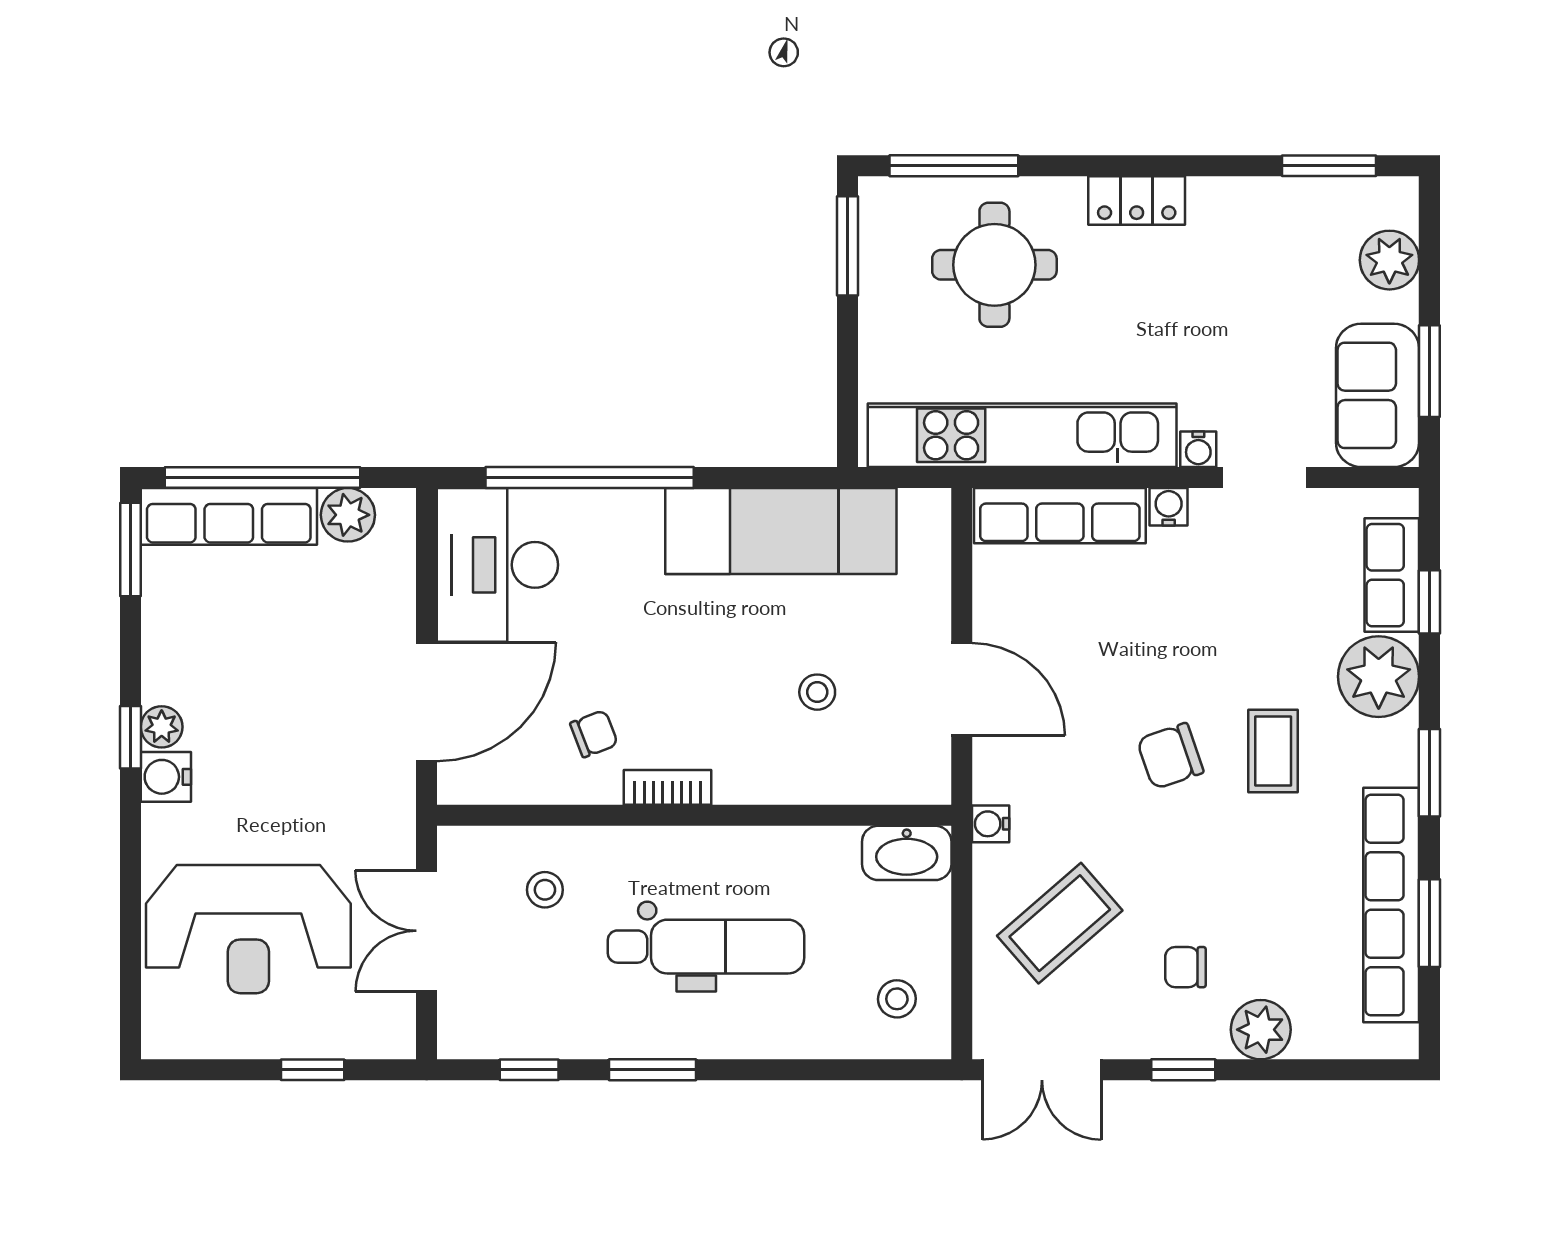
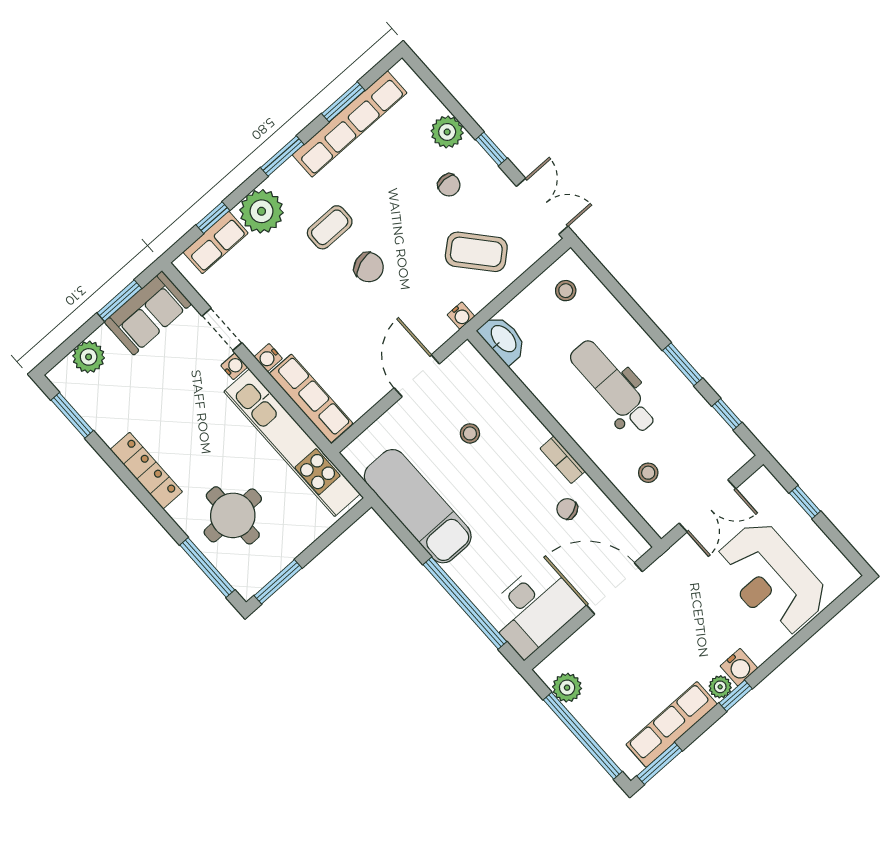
locker: (1137, 201) -> (146, 471), width x1.53
row of seats: (229, 516) -> (672, 724), moved, turned -90
reception desk: (248, 929) -> (771, 579), turned 180

